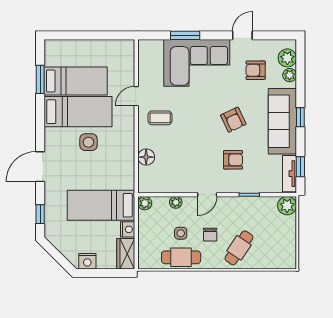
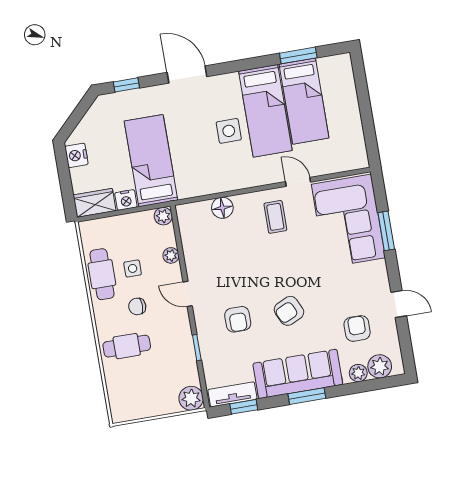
corner sofa: (197, 63) -> (348, 221), moved
window: (300, 117) -> (307, 396), width x1.50
cafe table: (239, 248) -> (127, 346), turned -34

